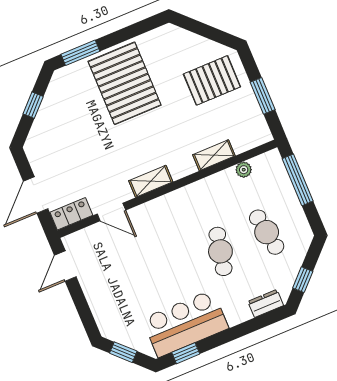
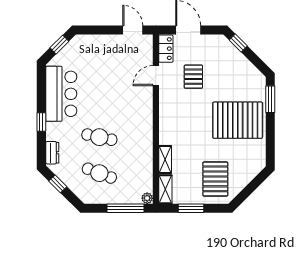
window: (33, 105) -> (238, 43), moved
pallet: (93, 163) -> (193, 77), added
plant: (244, 170) -> (147, 198), moved
shelving: (151, 181) -> (165, 189), moved
cafe table: (267, 232) -> (99, 173), turned 30
window: (186, 353) -> (41, 122), moved

